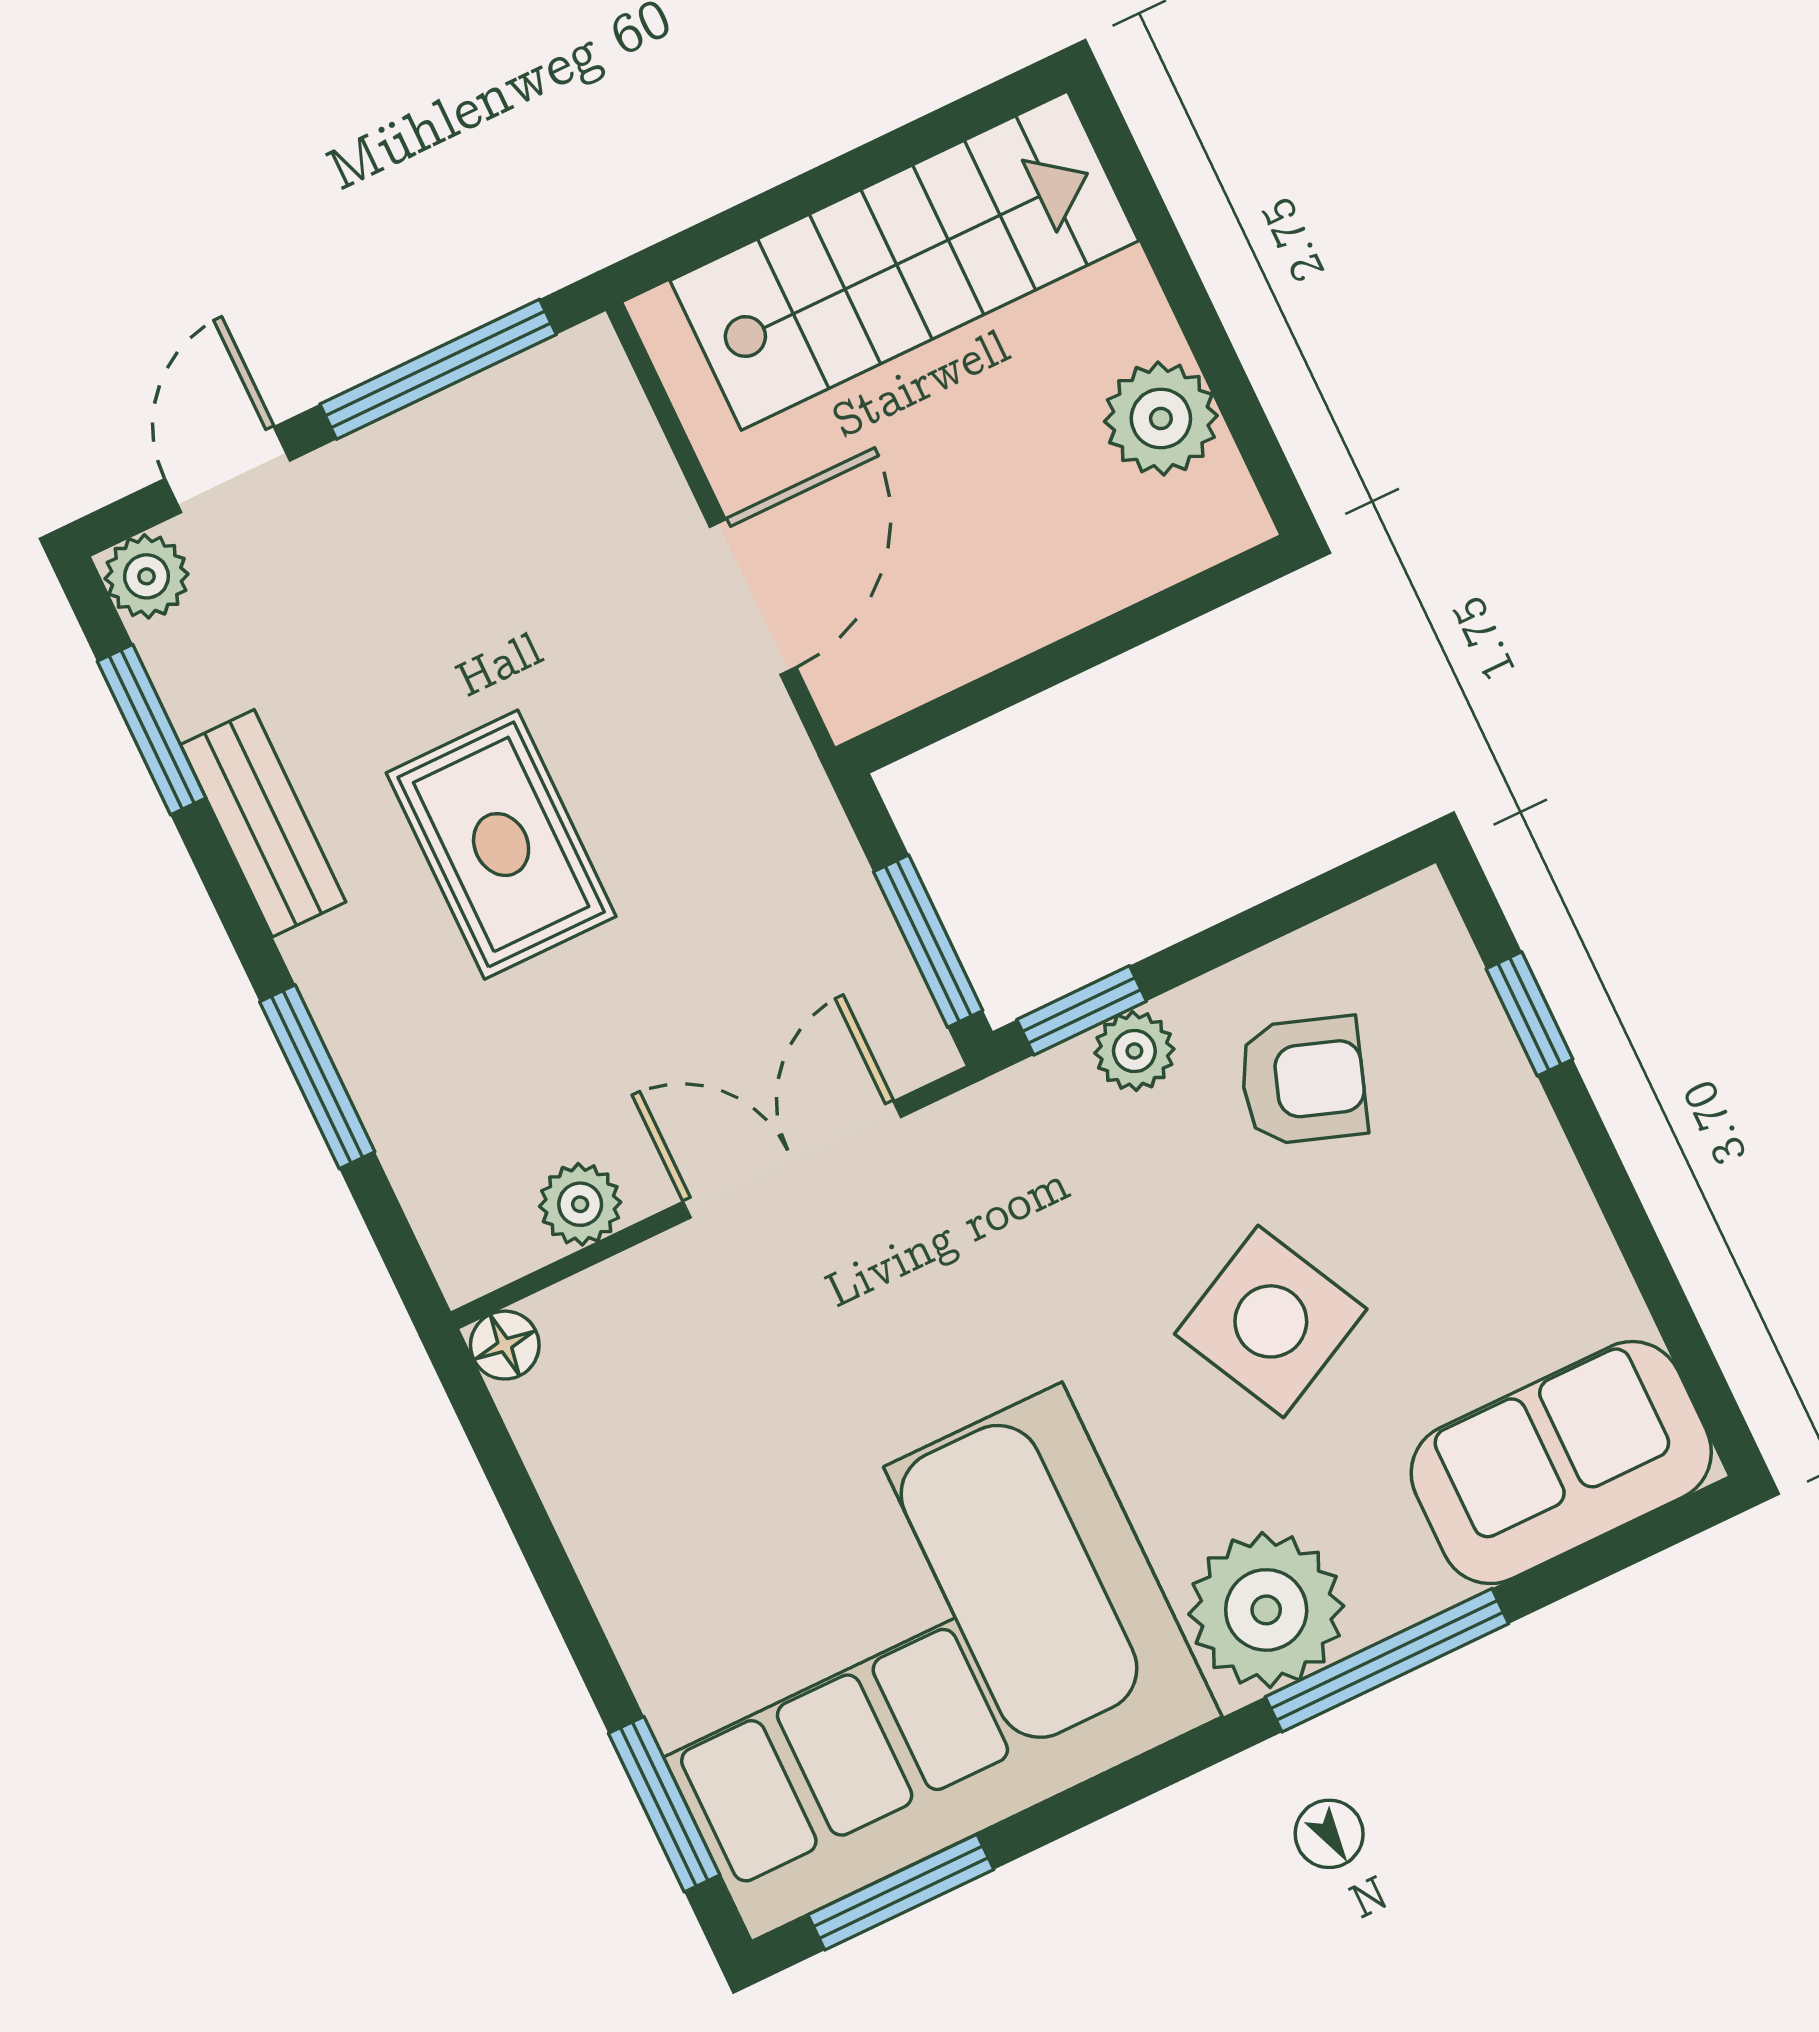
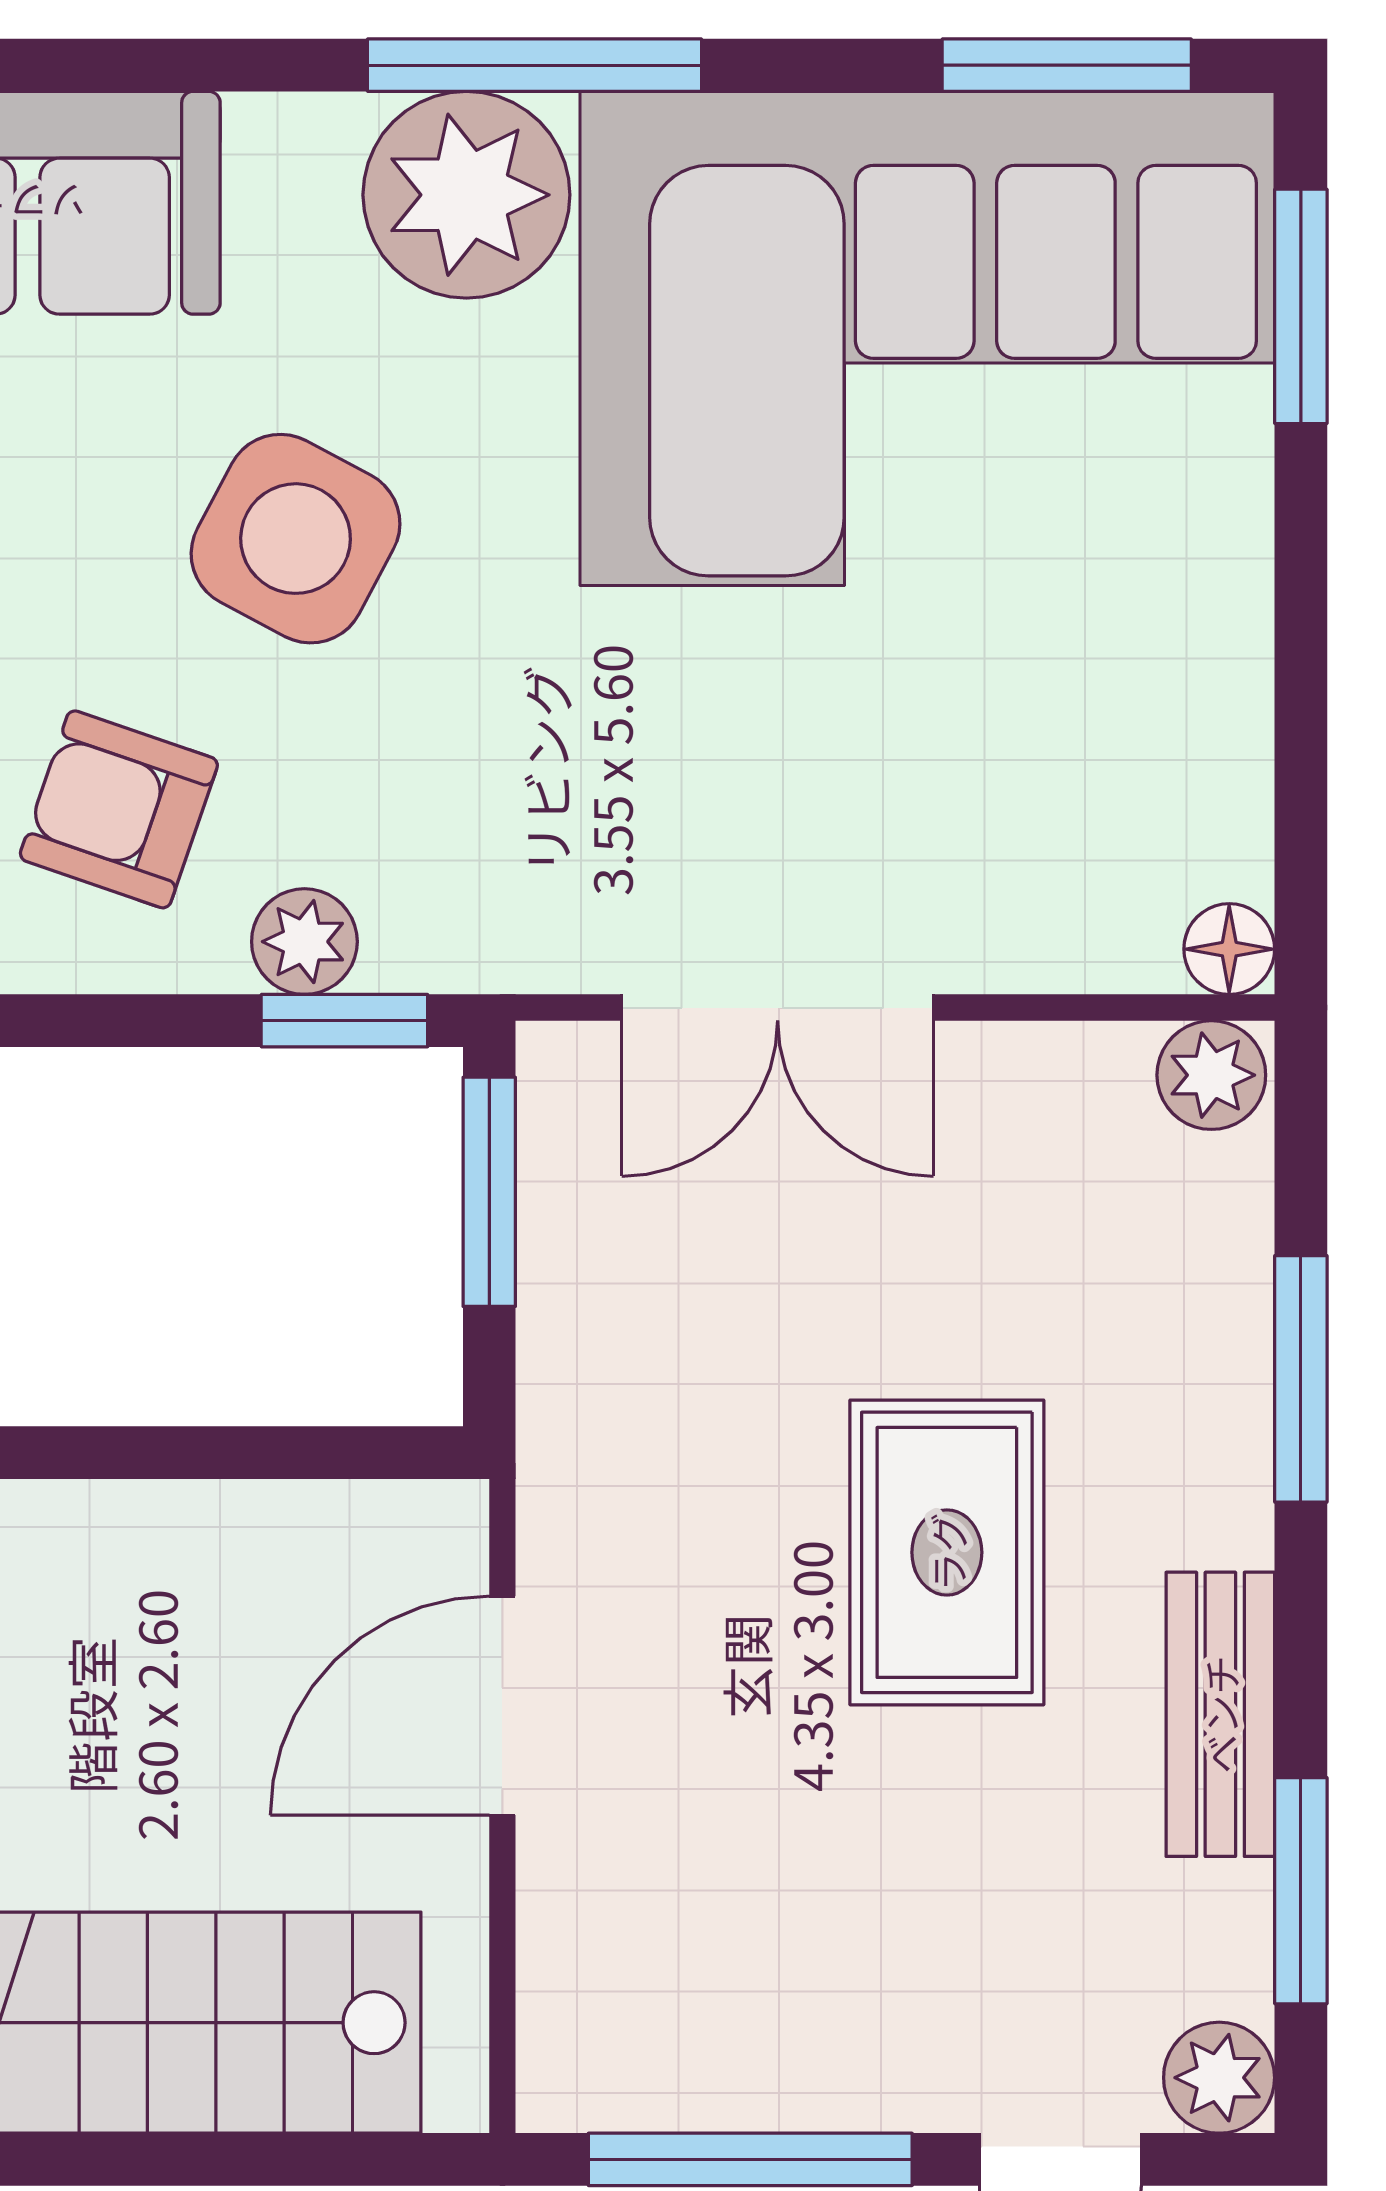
plant: (580, 1204) -> (1211, 1075), moved
side table: (1271, 1321) -> (296, 539), turned -35
window: (1387, 1660) -> (534, 65), moved

